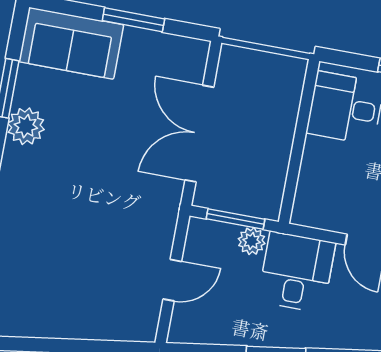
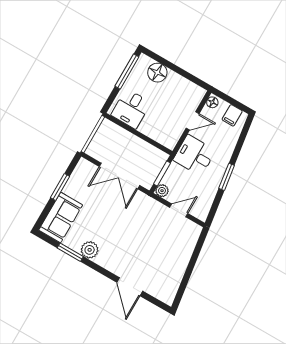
plant: (252, 241) -> (162, 191), moved
door: (172, 280) -> (179, 210), hinge flipped

